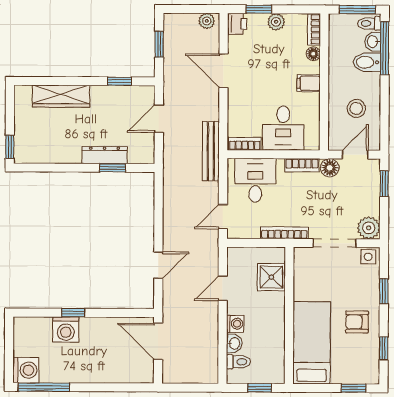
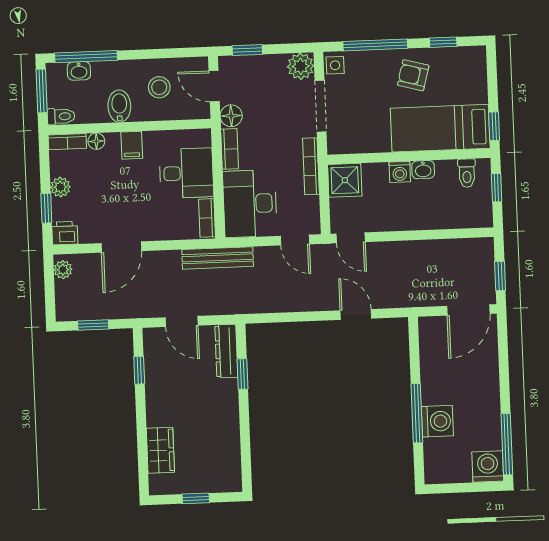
toilet: (369, 23) -> (61, 116), moved, turned -90
bidet: (367, 62) -> (119, 106), moved, turned 180
wardrobe: (61, 96) -> (160, 450), width x0.67
window: (10, 147) -> (196, 498), moved
dresser: (104, 155) -> (226, 351), moved
desk: (255, 180) -> (250, 204), width x1.37
shower: (271, 277) -> (345, 180), moved
door: (223, 288) -> (351, 238), moved
window: (384, 291) -> (375, 45), width x2.17
window: (73, 313) -> (417, 413), width x2.17
armchair: (357, 322) -> (413, 75), turned 105
washing machine: (235, 324) -> (400, 172), moved, turned 180
door: (158, 341) -> (468, 310), moved
washbasin: (234, 343) -> (423, 170), moved, turned 180
toilet: (238, 362) -> (467, 173), moved, turned 180
window: (185, 388) -> (500, 276), added
window: (354, 388) -> (494, 126), moved

